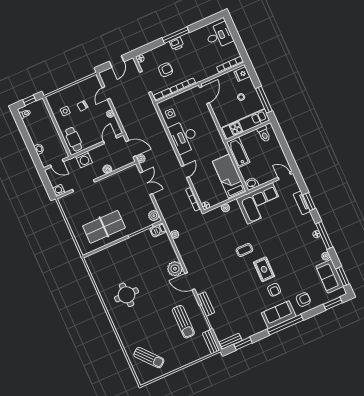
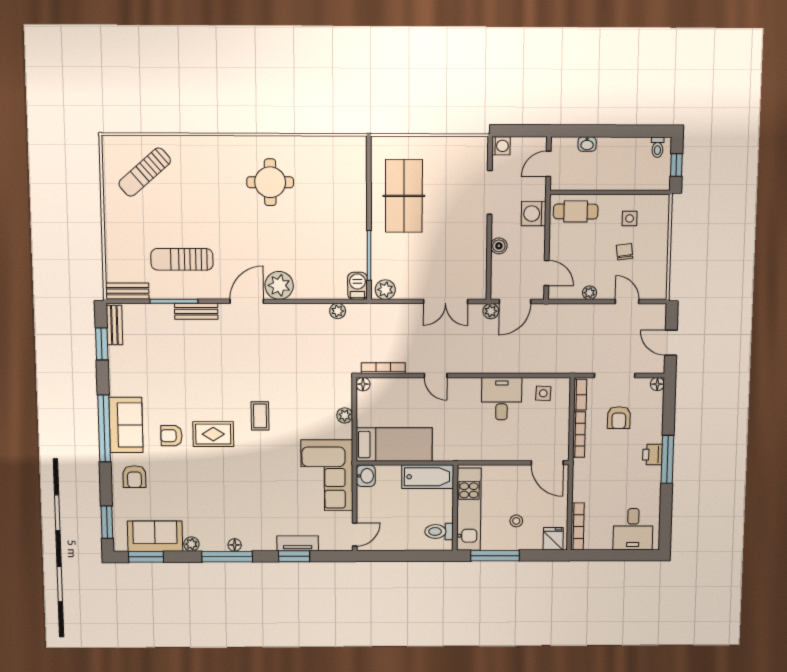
desk: (184, 137) -> (502, 399), width x0.73

